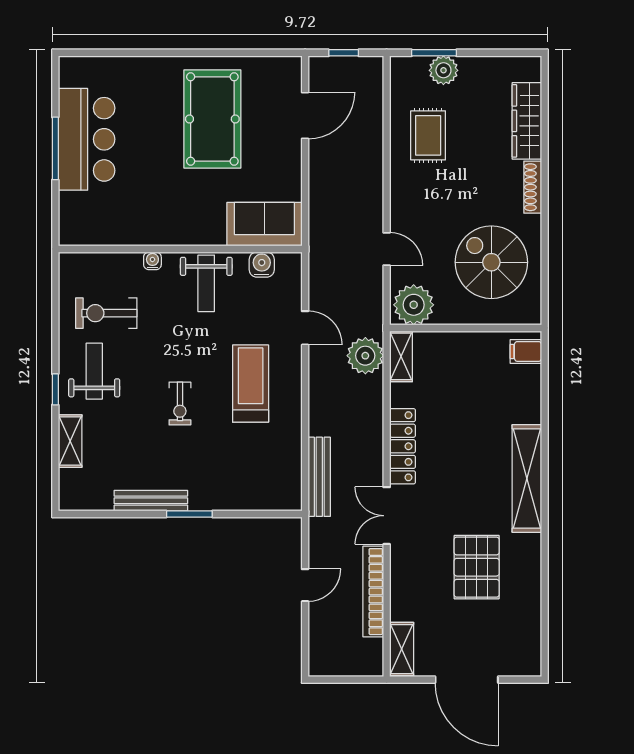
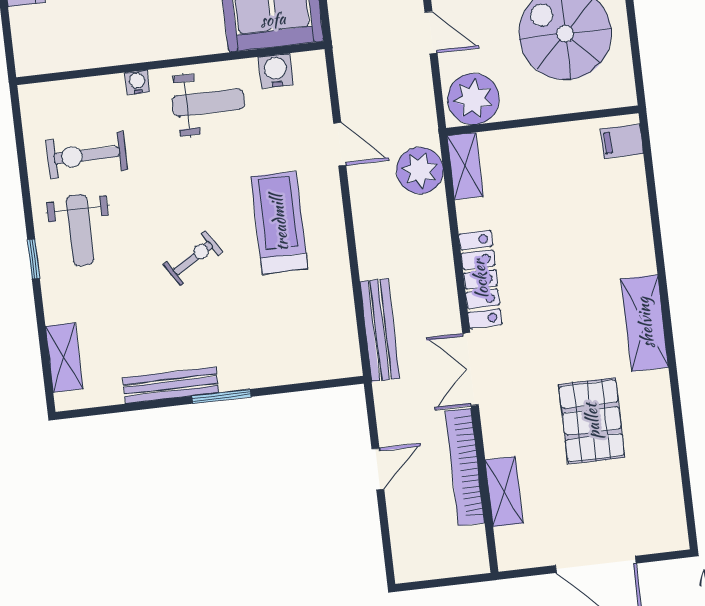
weight bench: (206, 283) -> (208, 103), turned -90
weight bench: (94, 371) -> (80, 230), turned 180
exercise bike: (180, 403) -> (193, 258), turned -122
shelving: (70, 441) -> (64, 358), moved
shelving: (527, 478) -> (645, 323), width x0.68
shelving: (402, 649) -> (504, 492), moved

